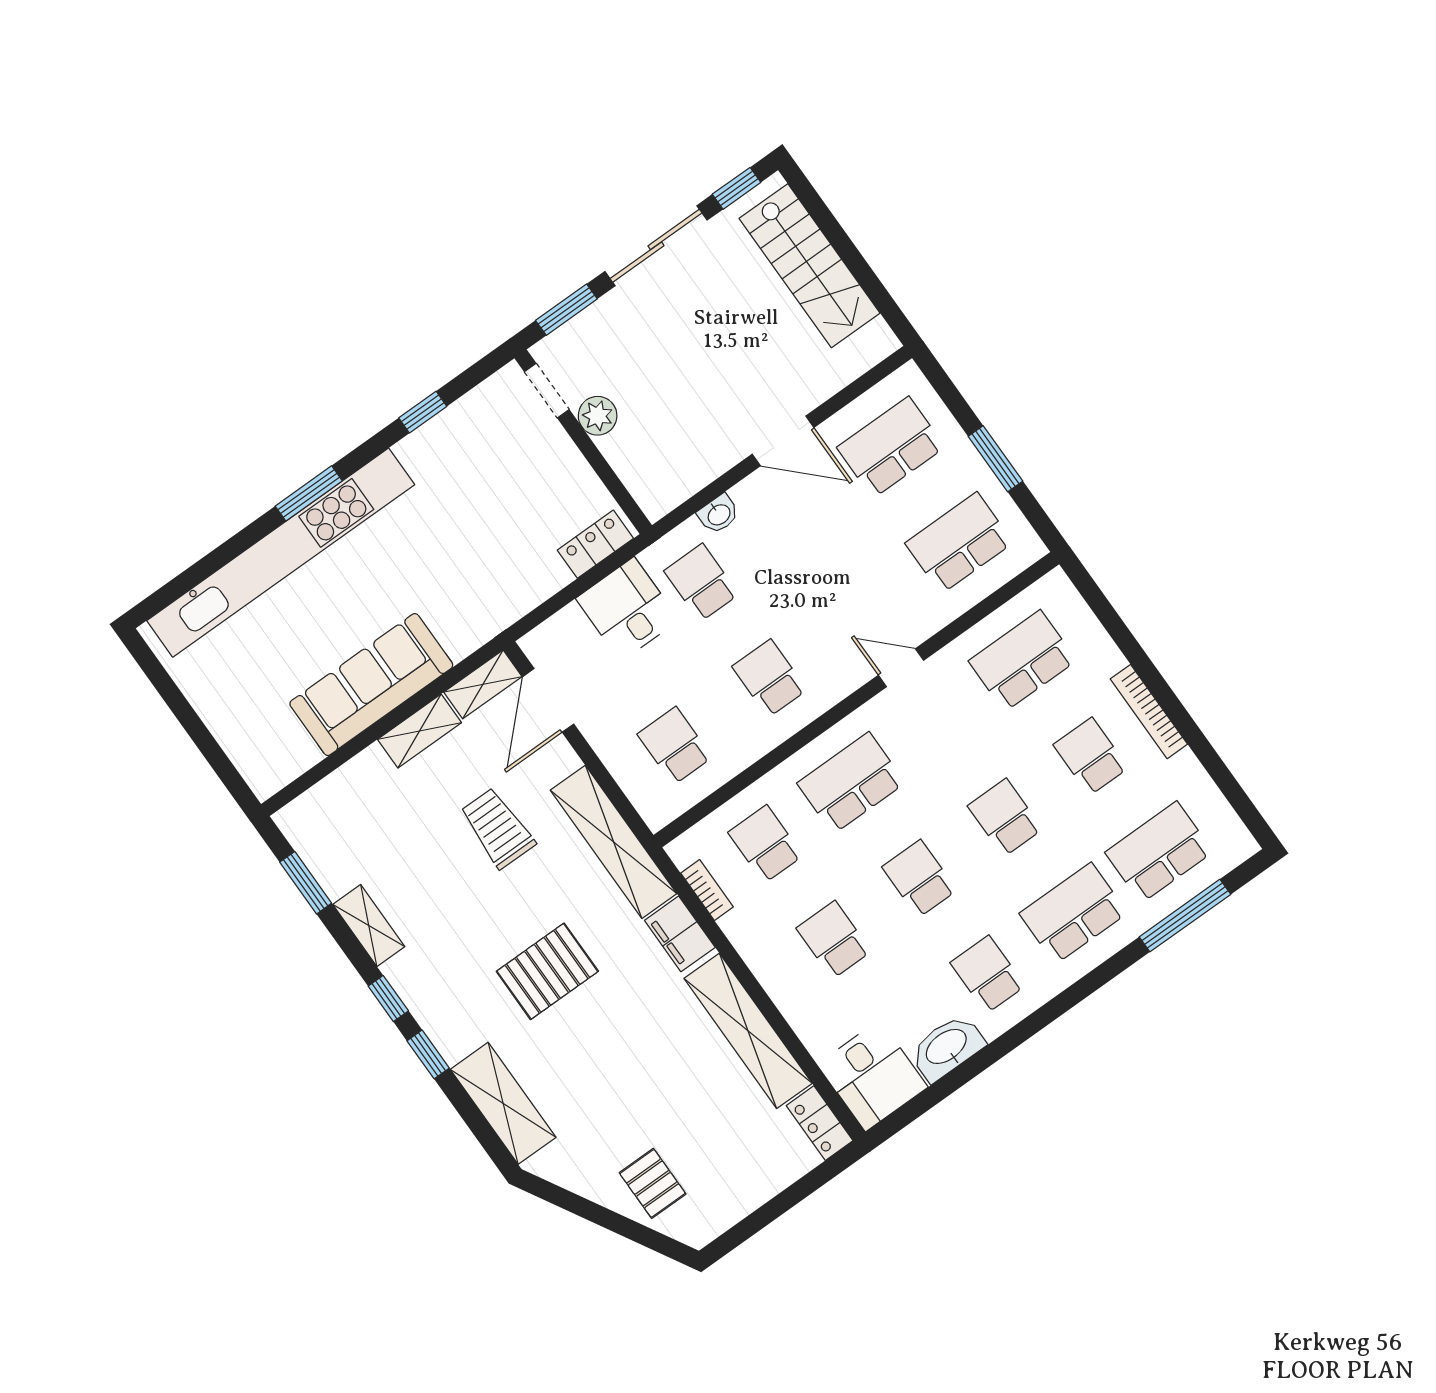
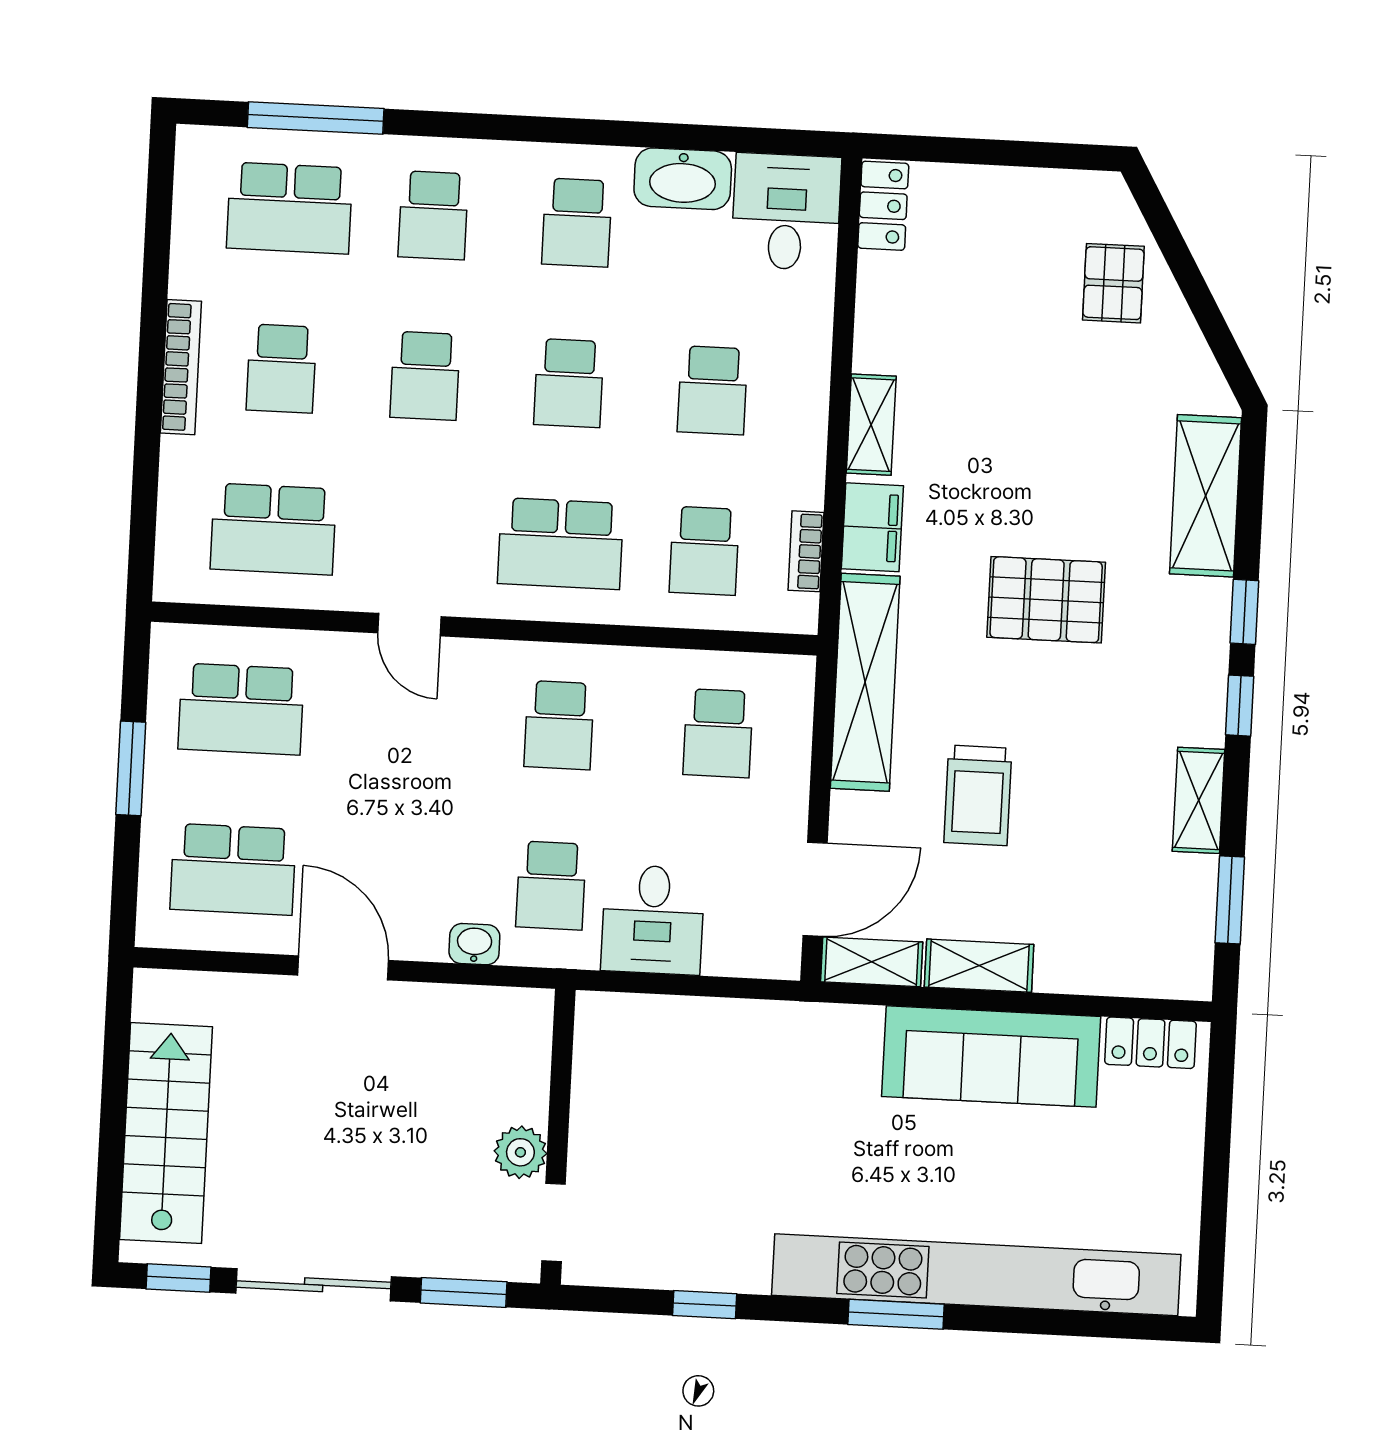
locker: (595, 544) -> (1150, 1043), moved
school desk: (1073, 913) -> (433, 215), width x0.54
shelving: (748, 1031) -> (871, 425), width x0.45, depth x0.75

